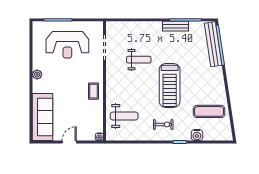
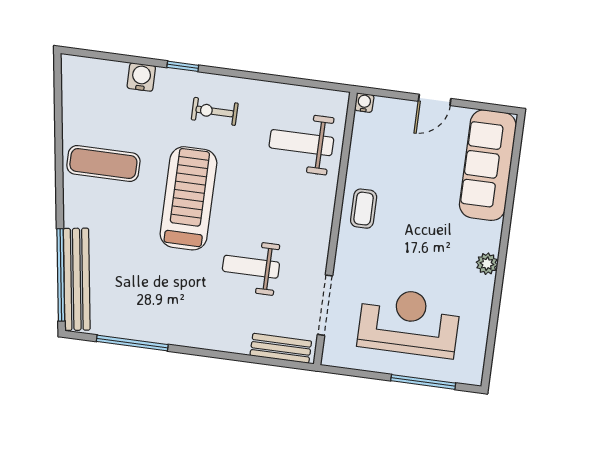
bench: (175, 26) -> (281, 348), moved
exercise mat: (209, 111) -> (103, 163), moved

